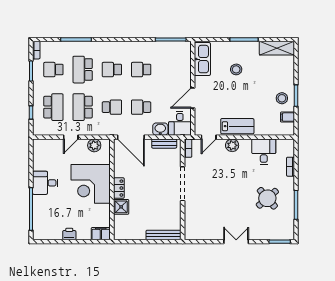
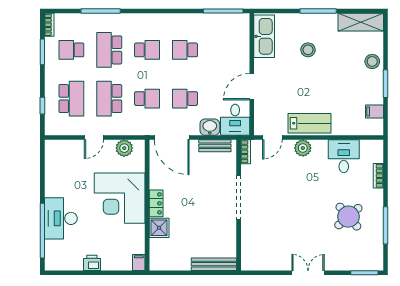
school desk: (112, 70) -> (147, 50), turned 180
stool: (282, 98) -> (372, 61), moved
desk: (45, 183) -> (61, 218), moved, width x1.37
filing cabinet: (101, 234) -> (139, 262), width x0.50

